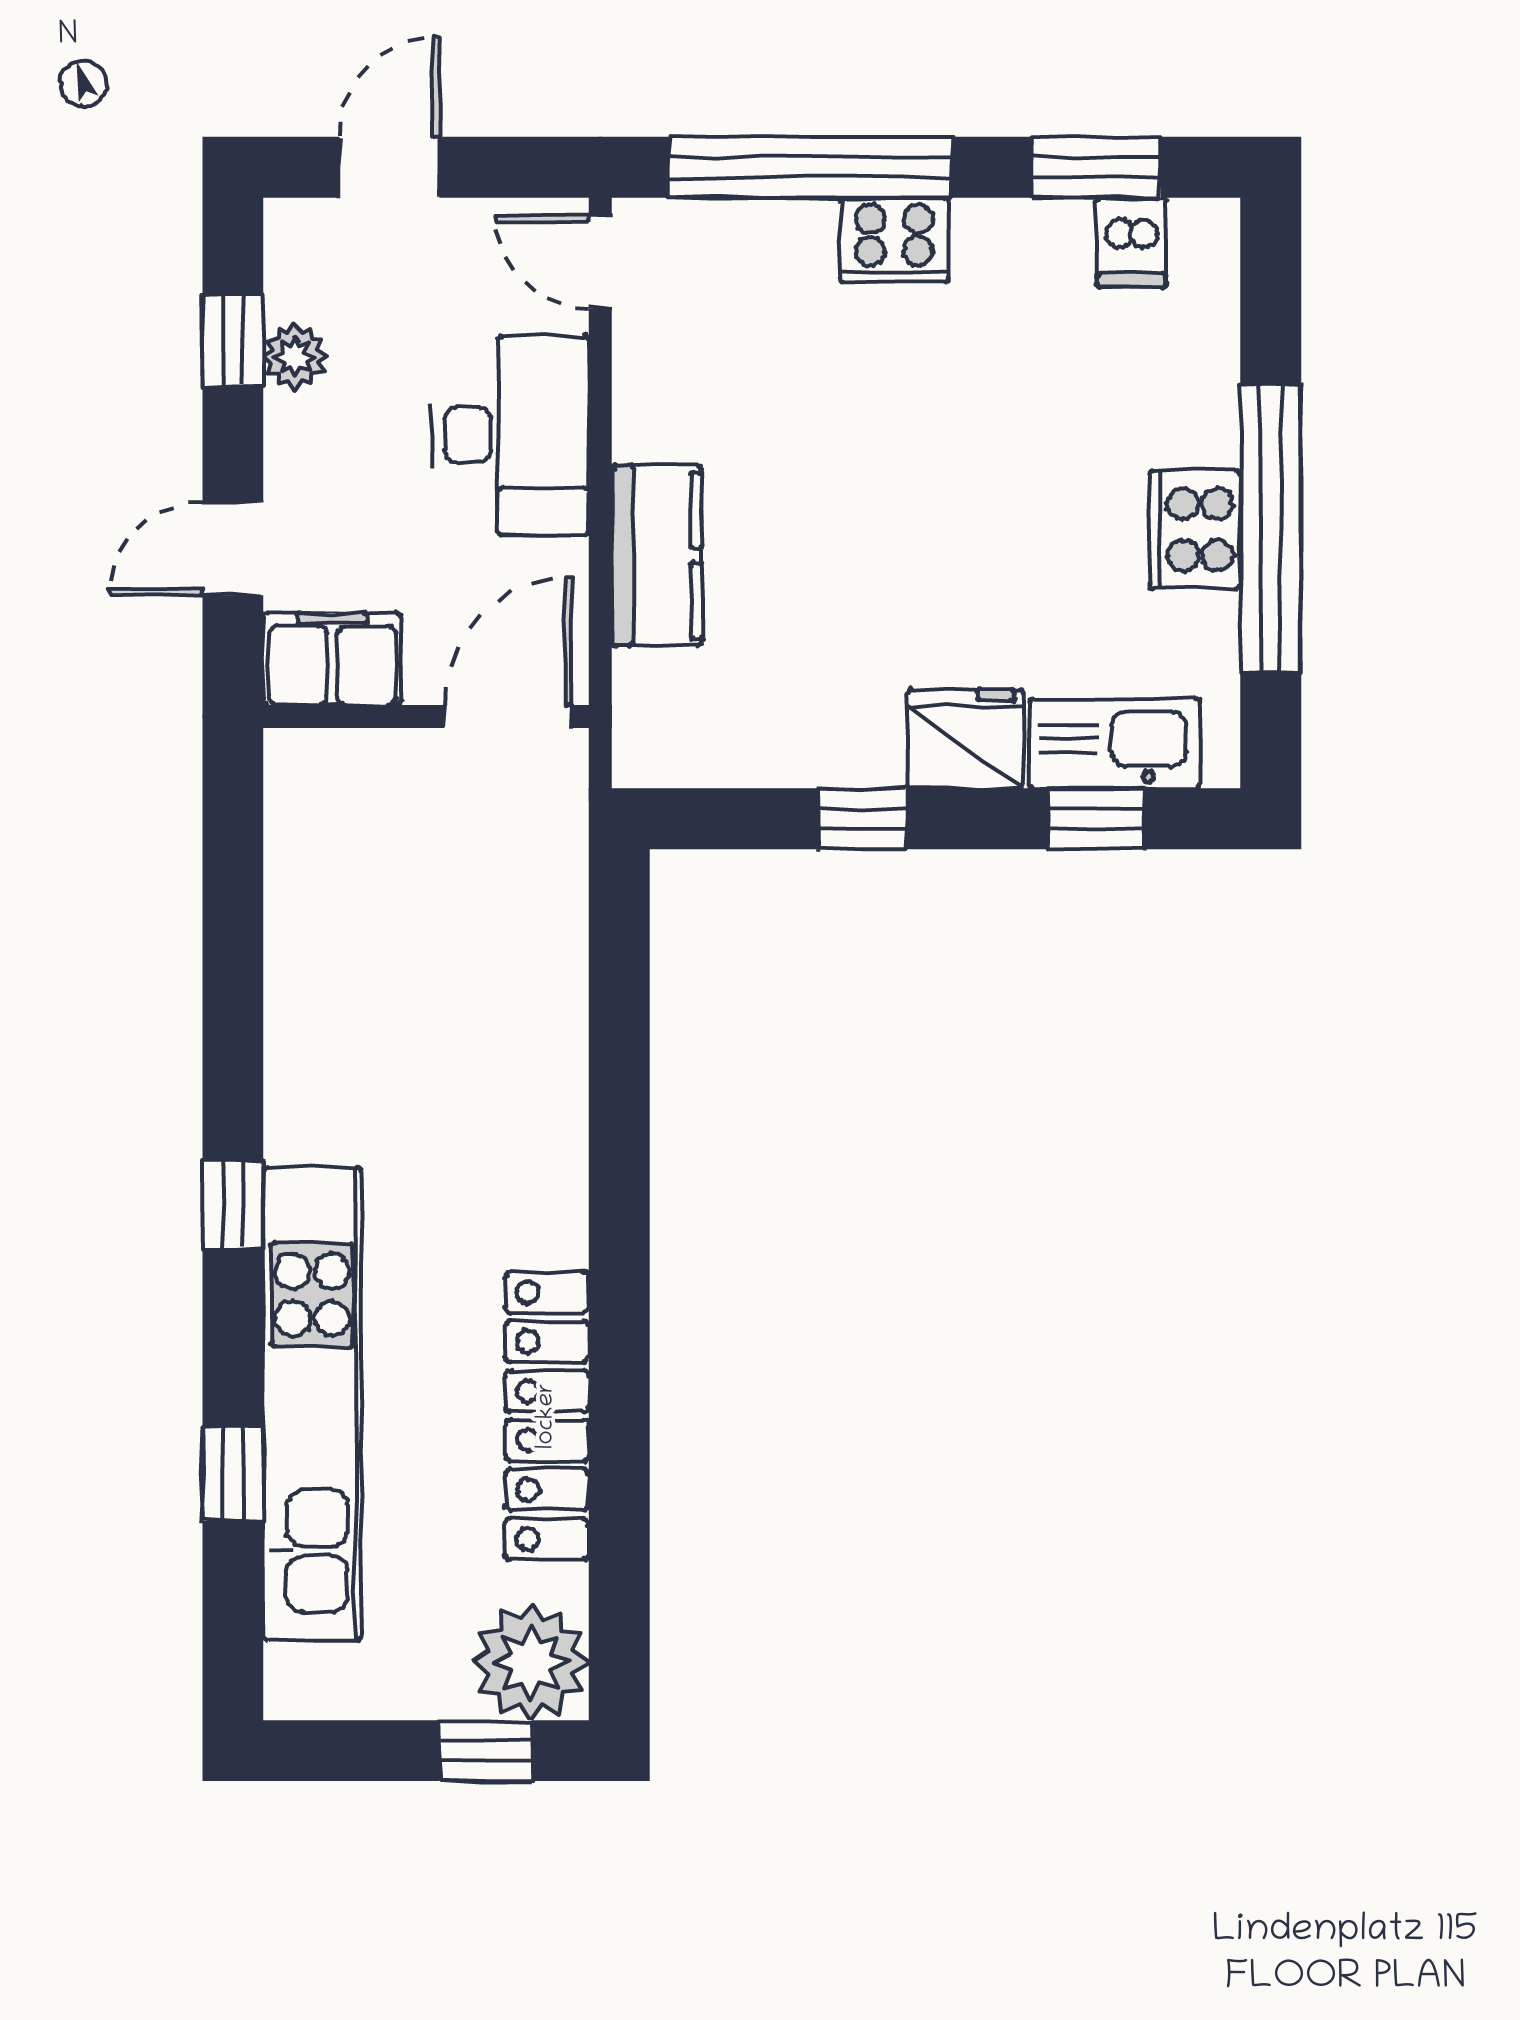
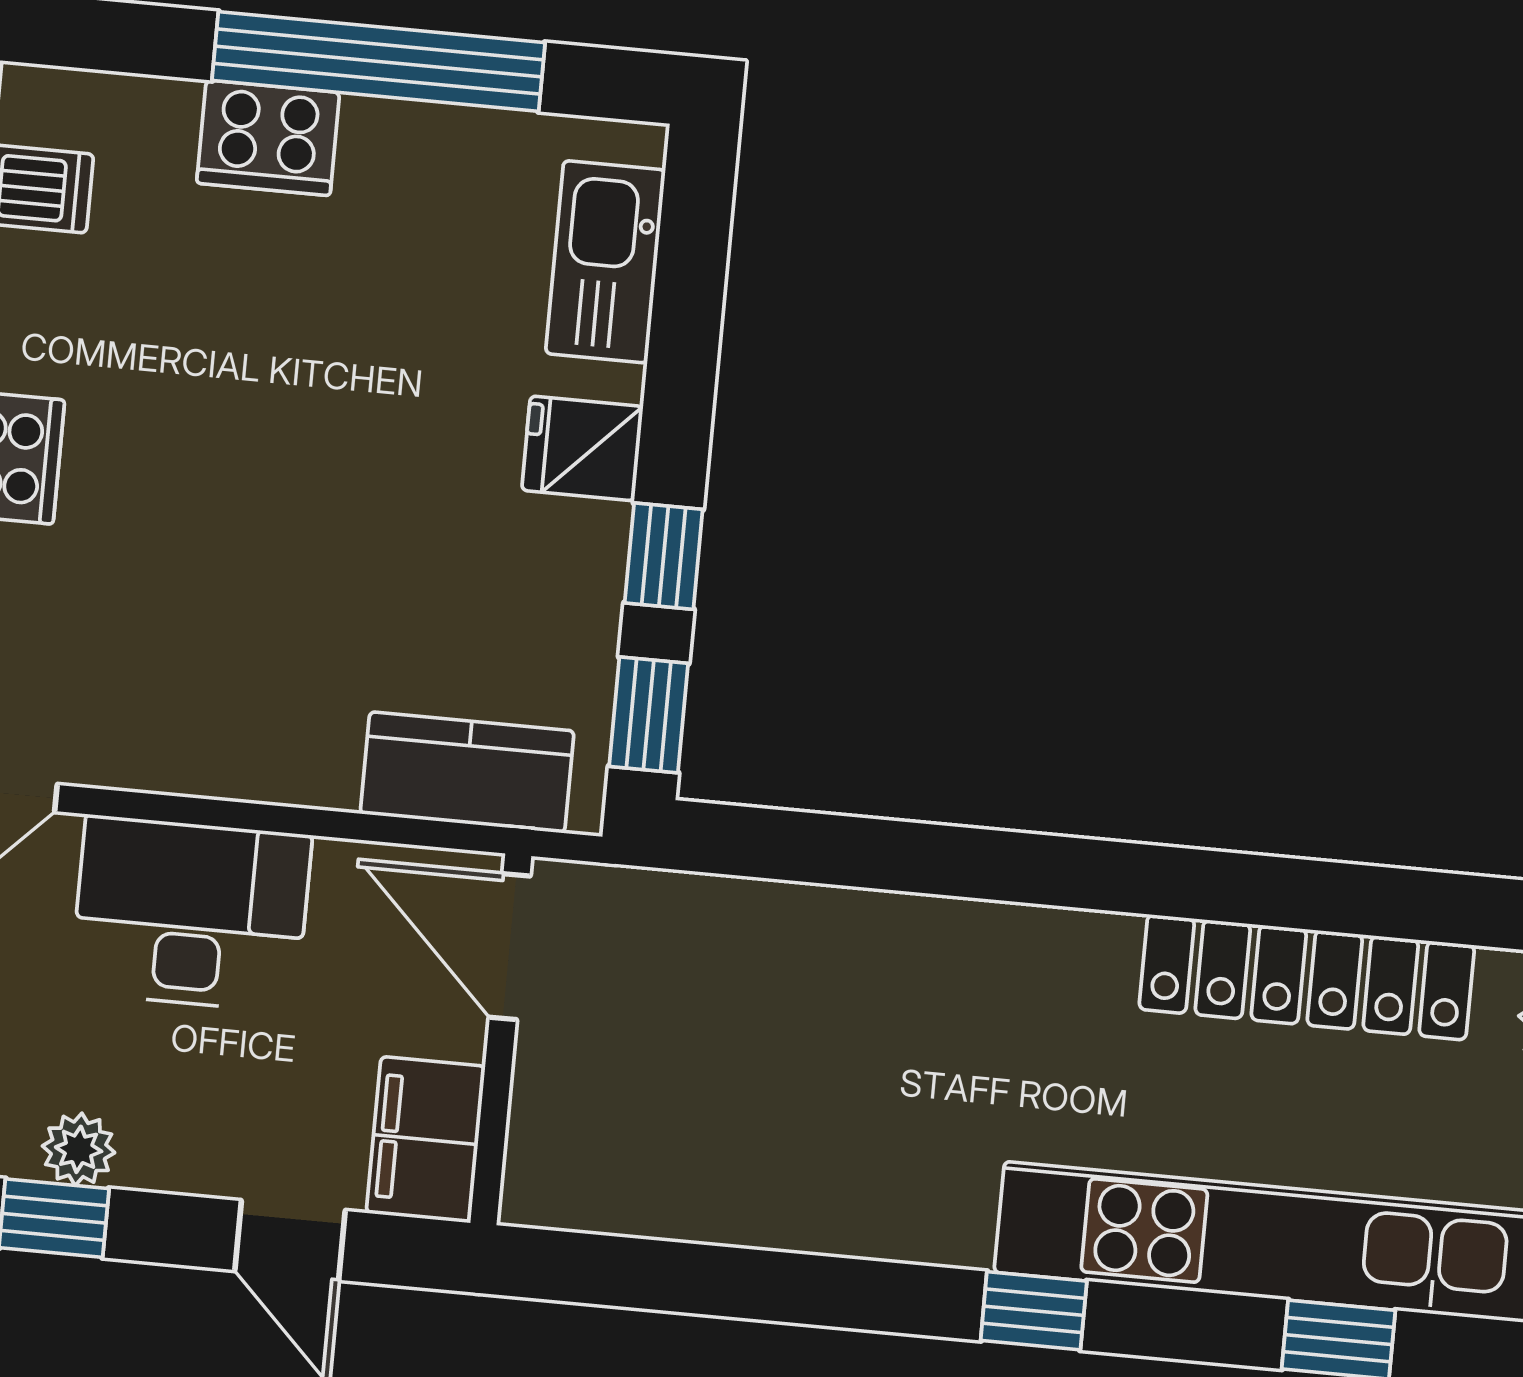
cooker: (1195, 529) -> (268, 138), moved
kitchen counter: (657, 556) -> (467, 772), moved
fridge: (965, 739) -> (582, 448), width x0.72
window: (1096, 819) -> (649, 715), moved

